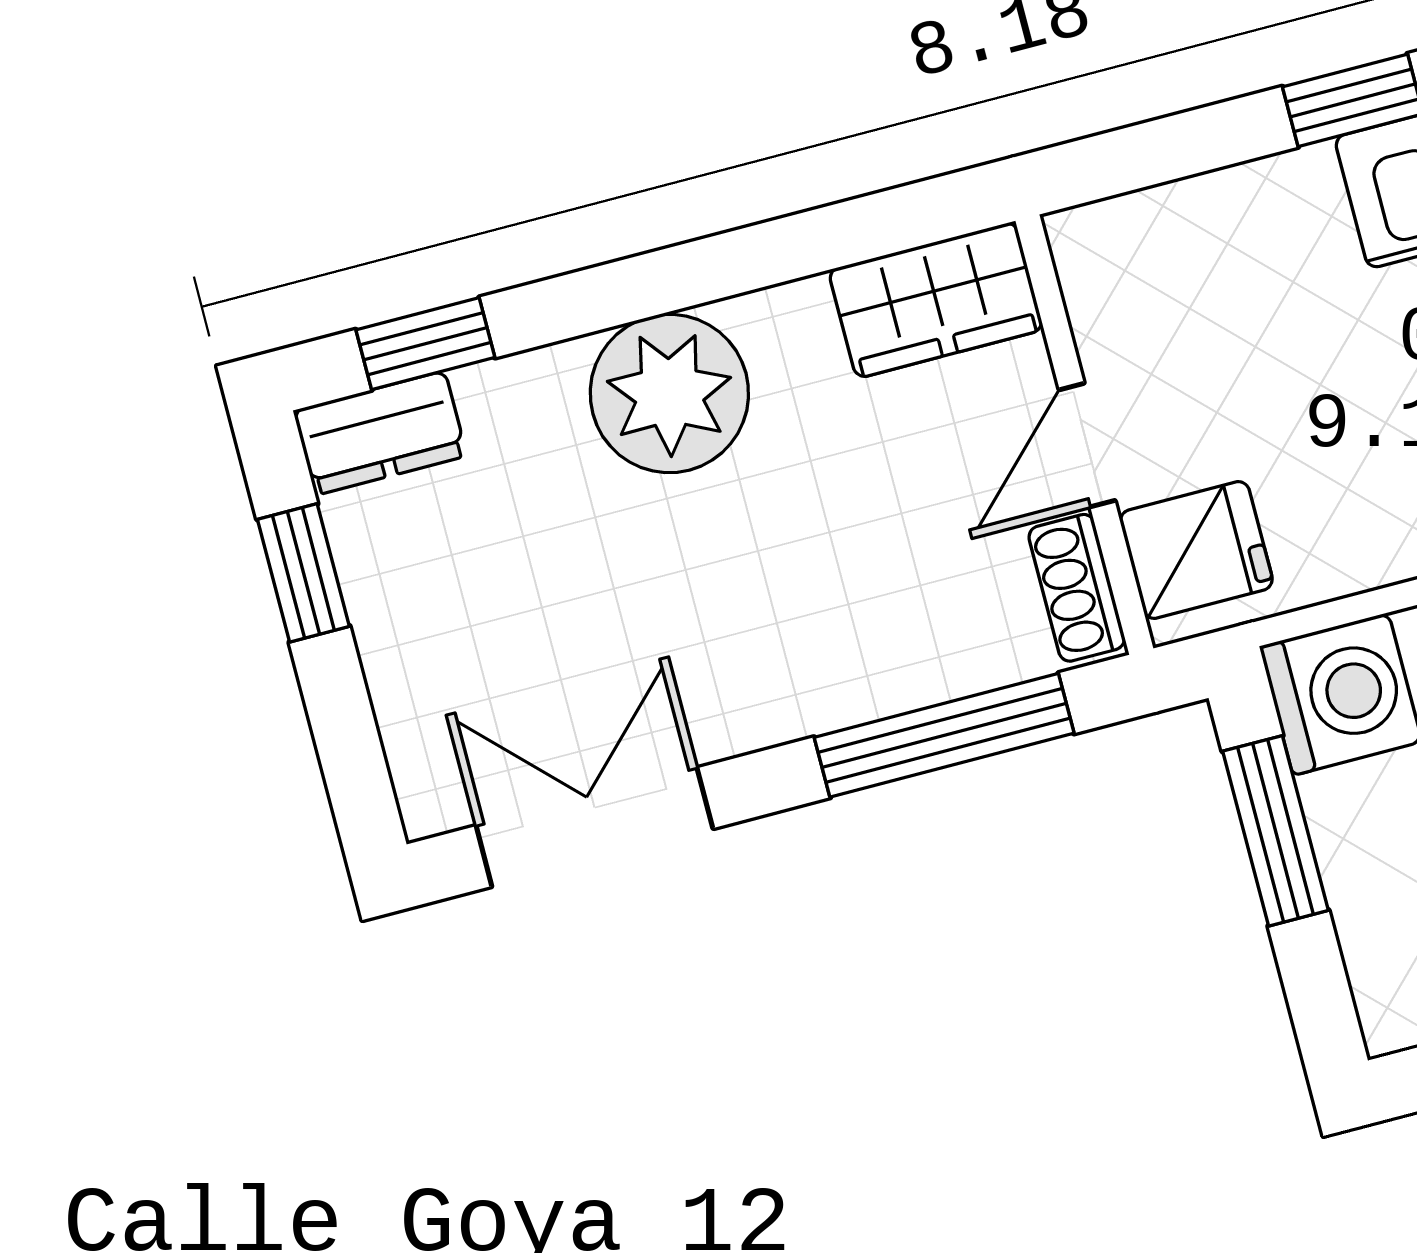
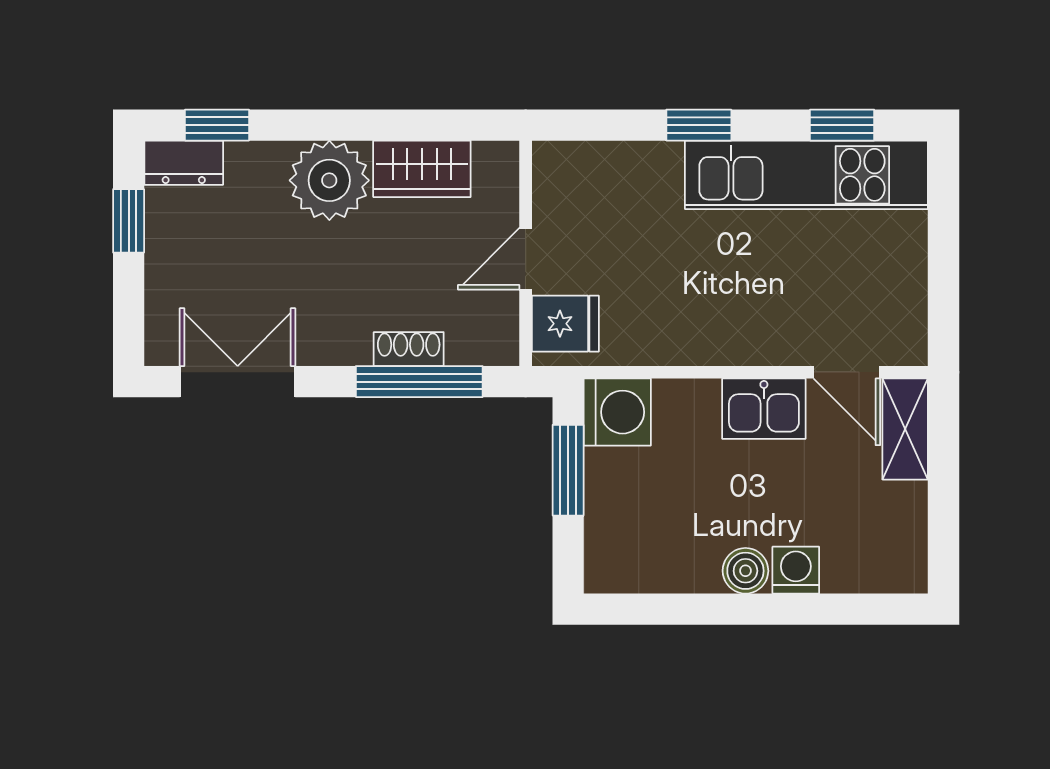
wardrobe: (936, 300) -> (422, 169), moved
shoe rack: (1077, 588) -> (409, 349), moved, turned 90

